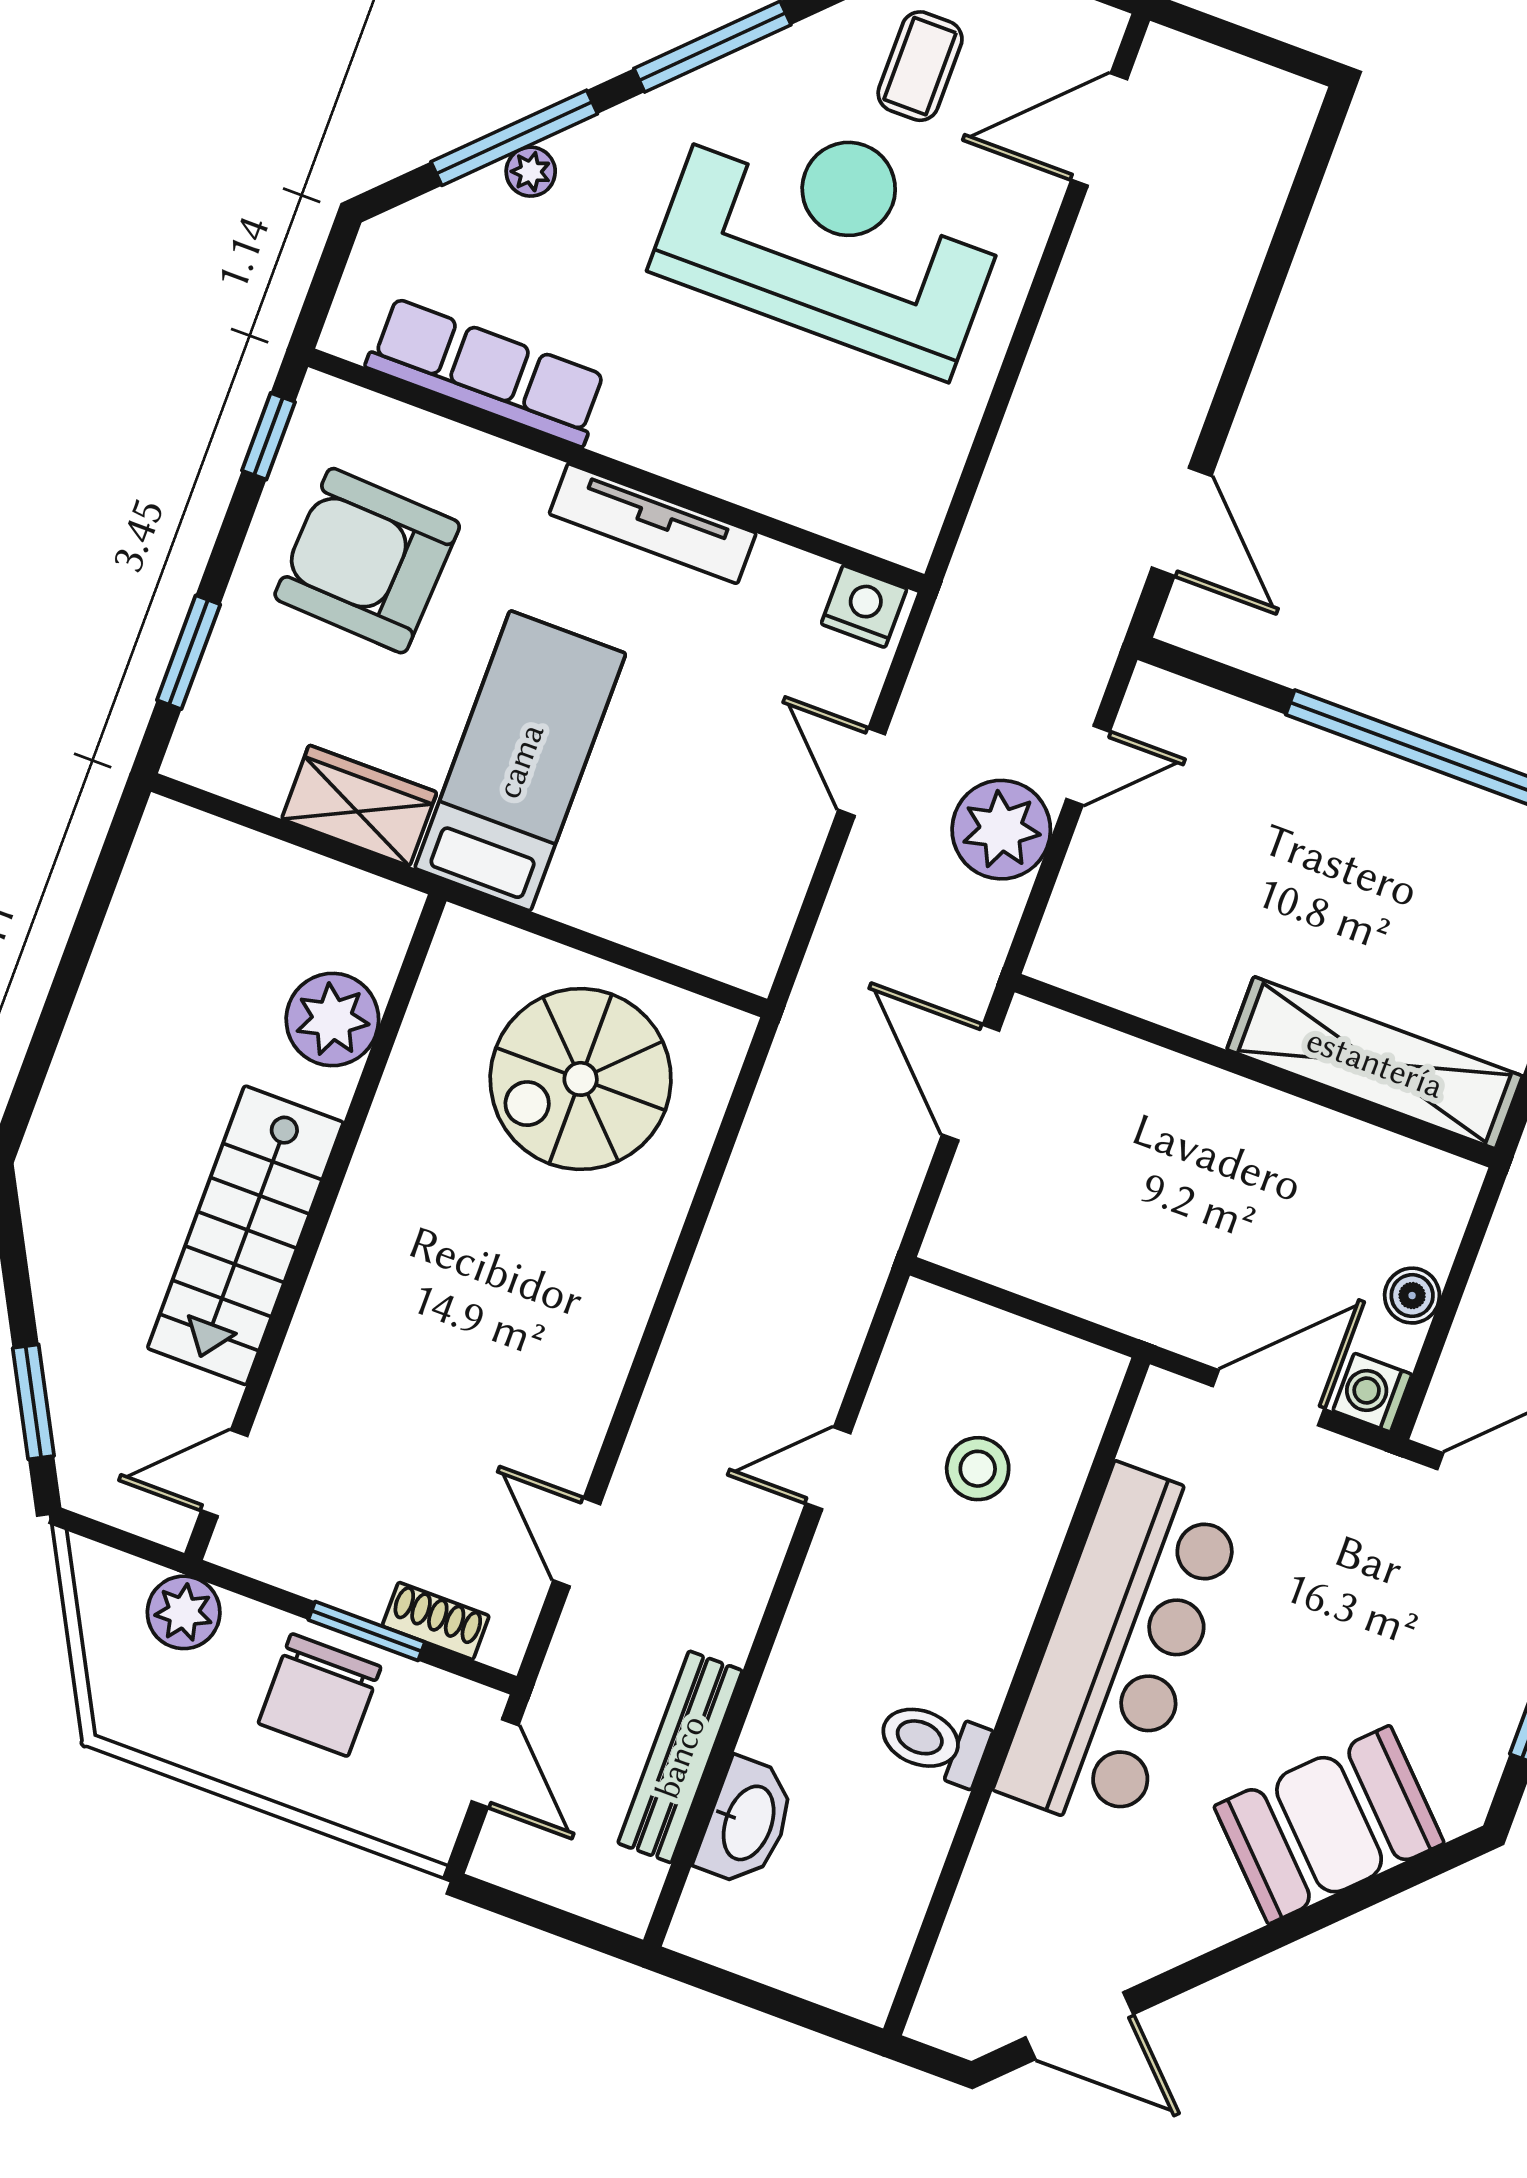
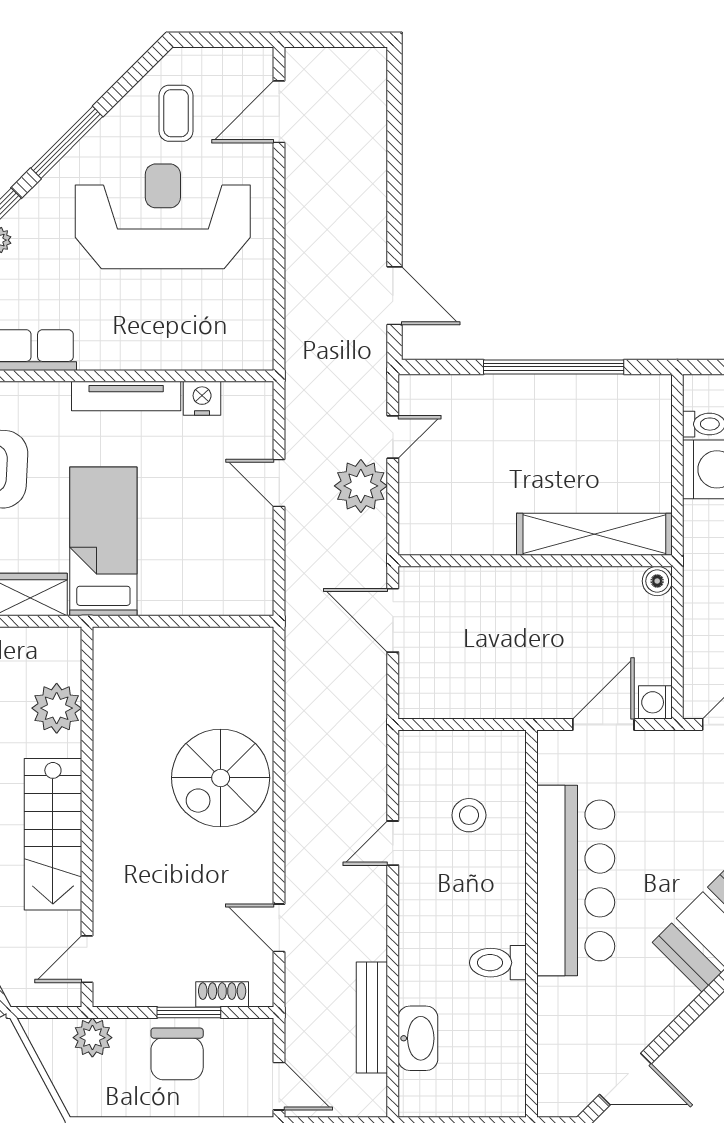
nightstand: (864, 606) -> (202, 398), moved
spiral stairs: (581, 1079) -> (221, 778), moved
boiler: (1412, 1296) -> (657, 581), moved
door: (495, 1763) -> (279, 1086), moved

